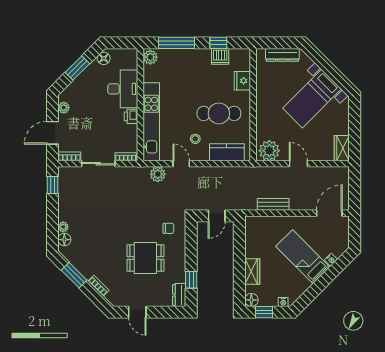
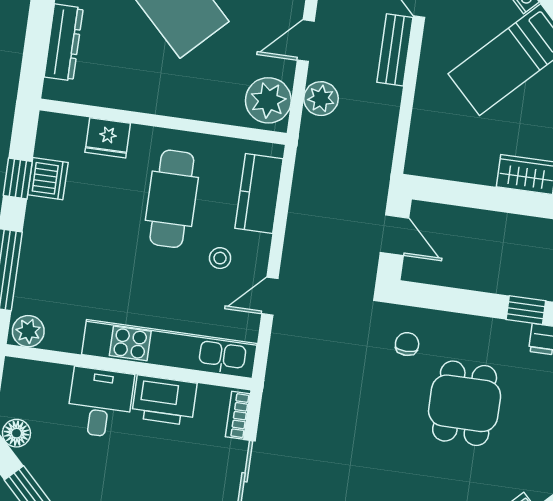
desk: (123, 89) -> (100, 403), width x0.73
printer: (131, 116) -> (164, 400), width x1.87, depth x1.48
plant: (158, 174) -> (321, 99), moved
bench: (273, 204) -> (395, 50), moved

